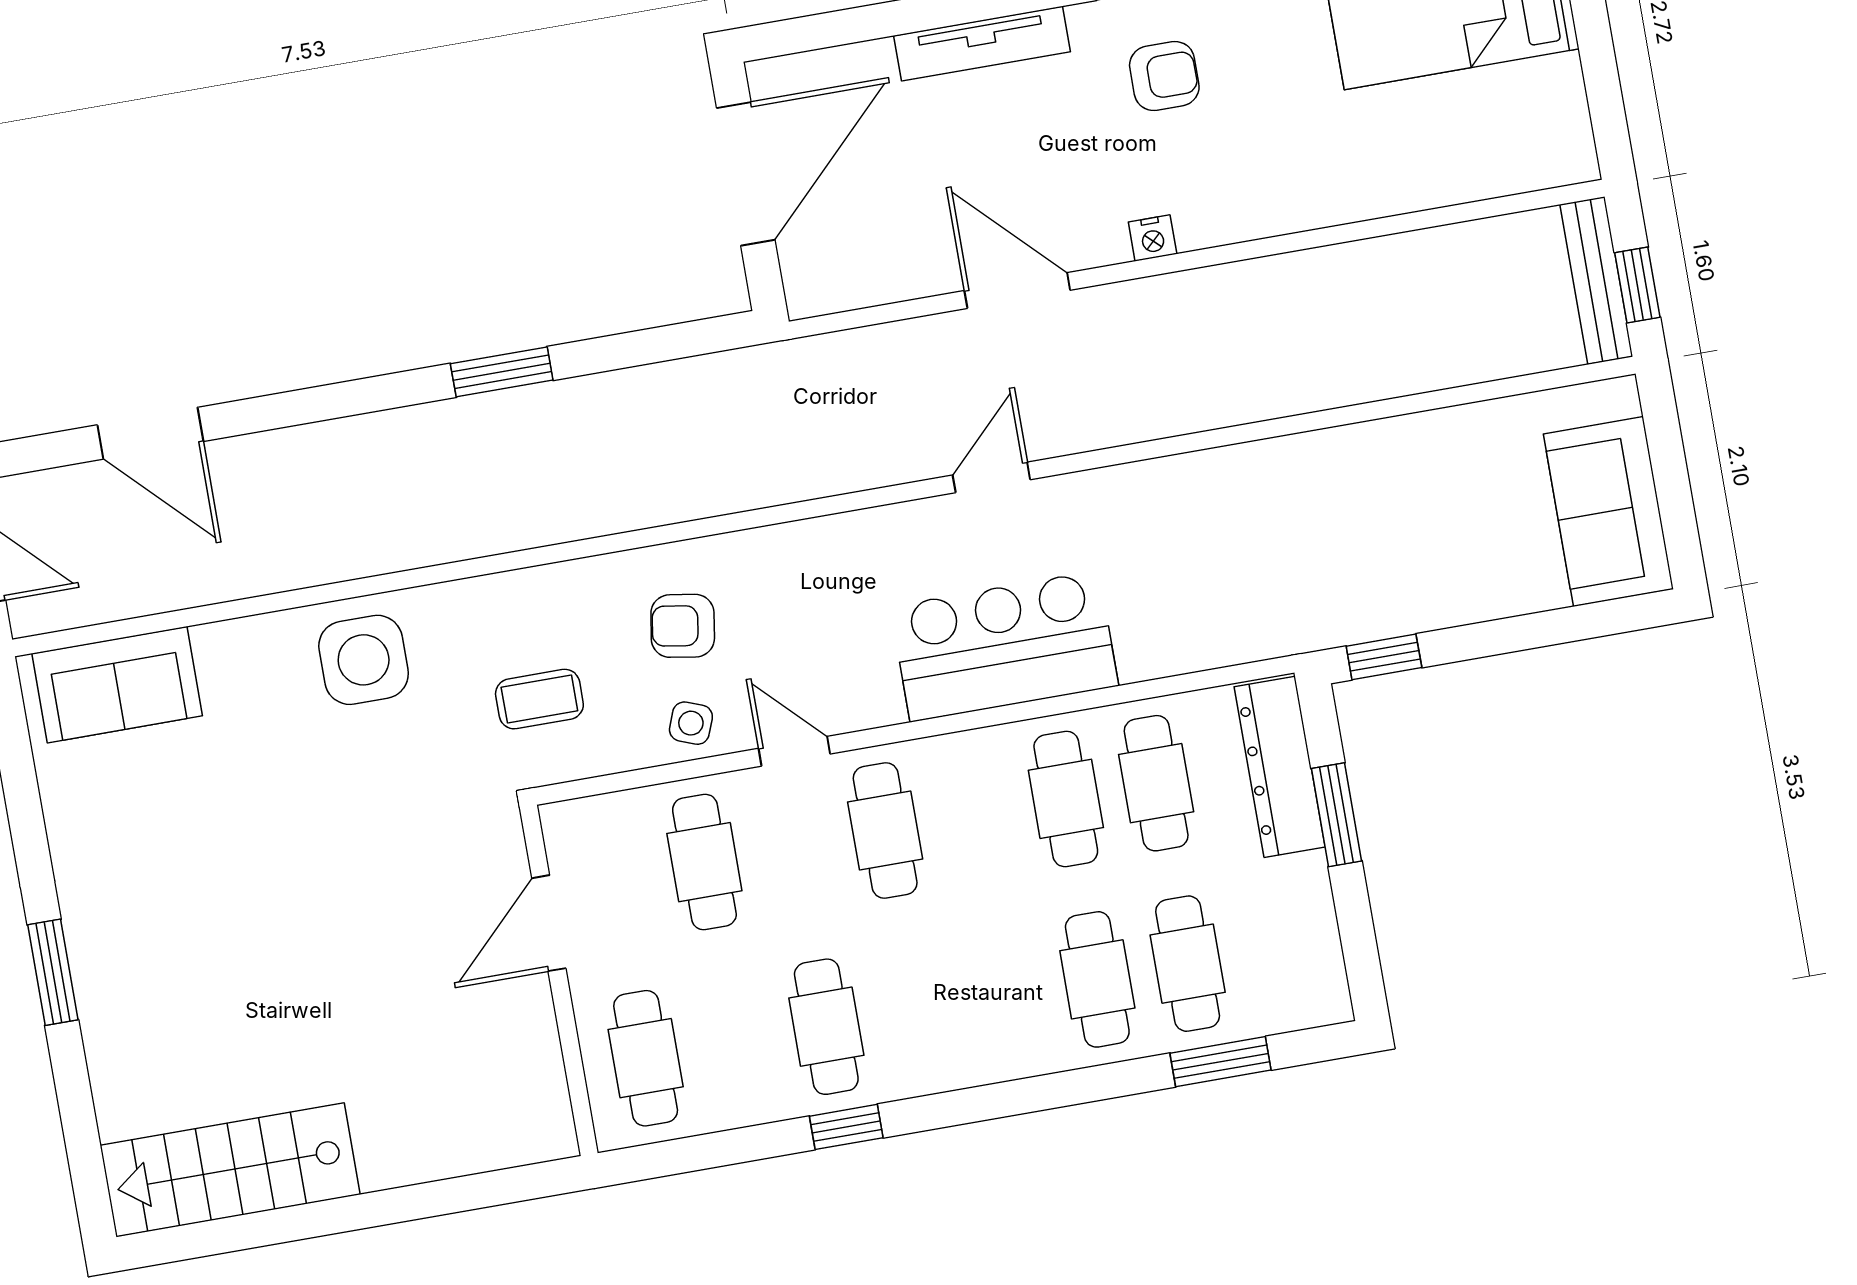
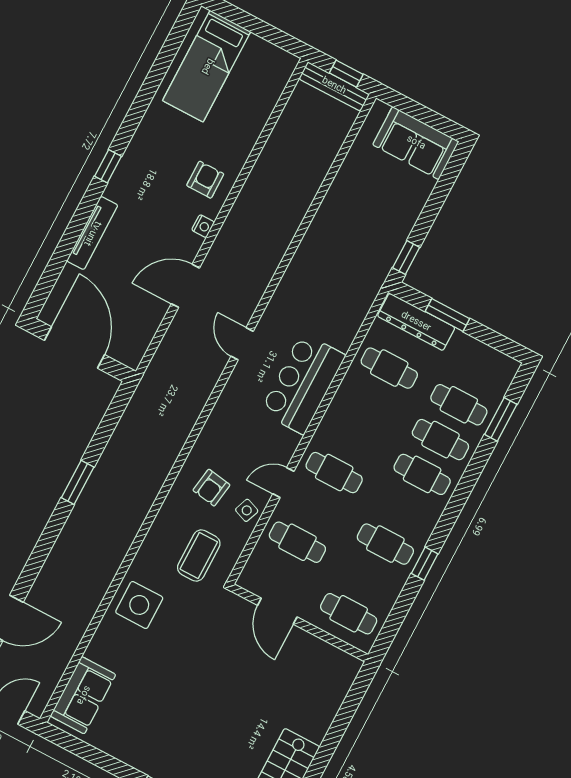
armchair: (1164, 76) -> (205, 180), moved
coffee table: (539, 699) -> (199, 555), width x1.36, depth x1.30
cafe table: (1066, 799) -> (422, 474), moved

